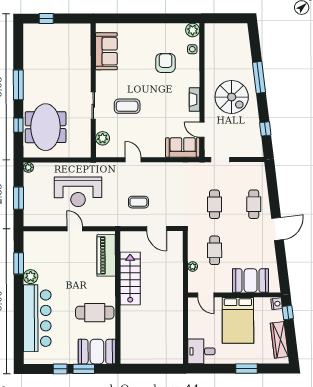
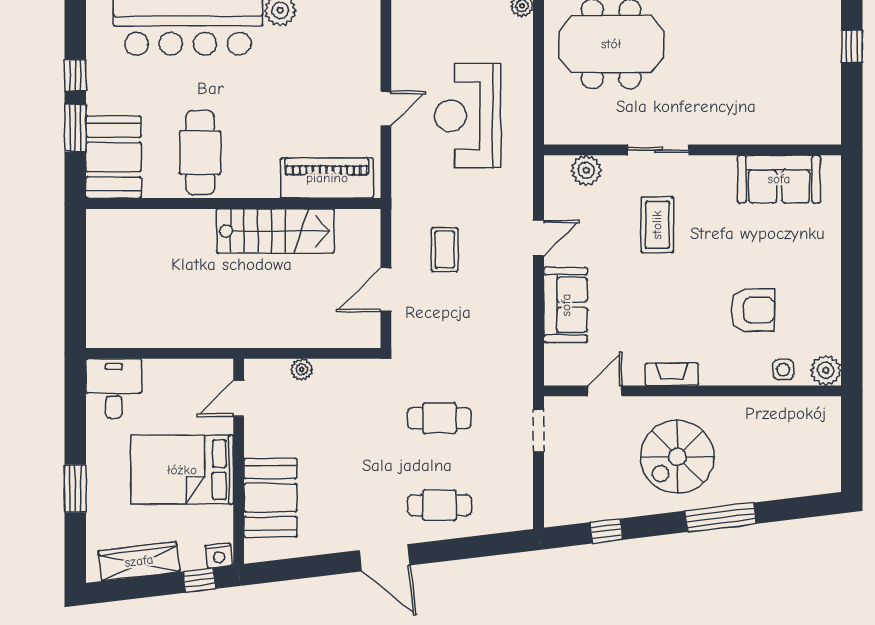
sofa: (183, 147) -> (566, 305), moved
cafe table: (215, 250) -> (338, 418), removed

